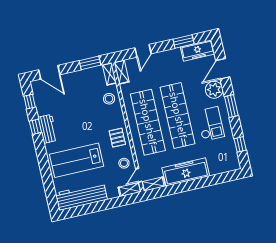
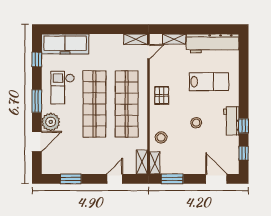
freezer: (198, 50) -> (58, 166), removed
lab bench: (77, 160) -> (209, 82), width x0.73, depth x0.72
stool: (124, 163) -> (196, 123), moved
freezer: (186, 172) -> (65, 44), moved
shelving: (130, 189) -> (174, 39), moved

